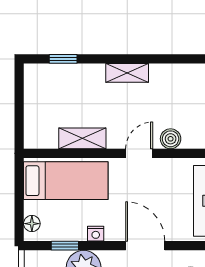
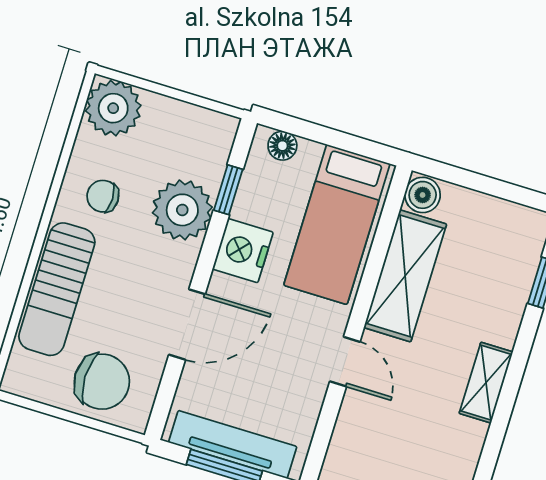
shelving: (82, 138) -> (405, 276), width x1.50, depth x1.33
boiler: (171, 139) -> (423, 195), moved
nightstand: (96, 234) -> (243, 251), width x1.89, depth x1.79

